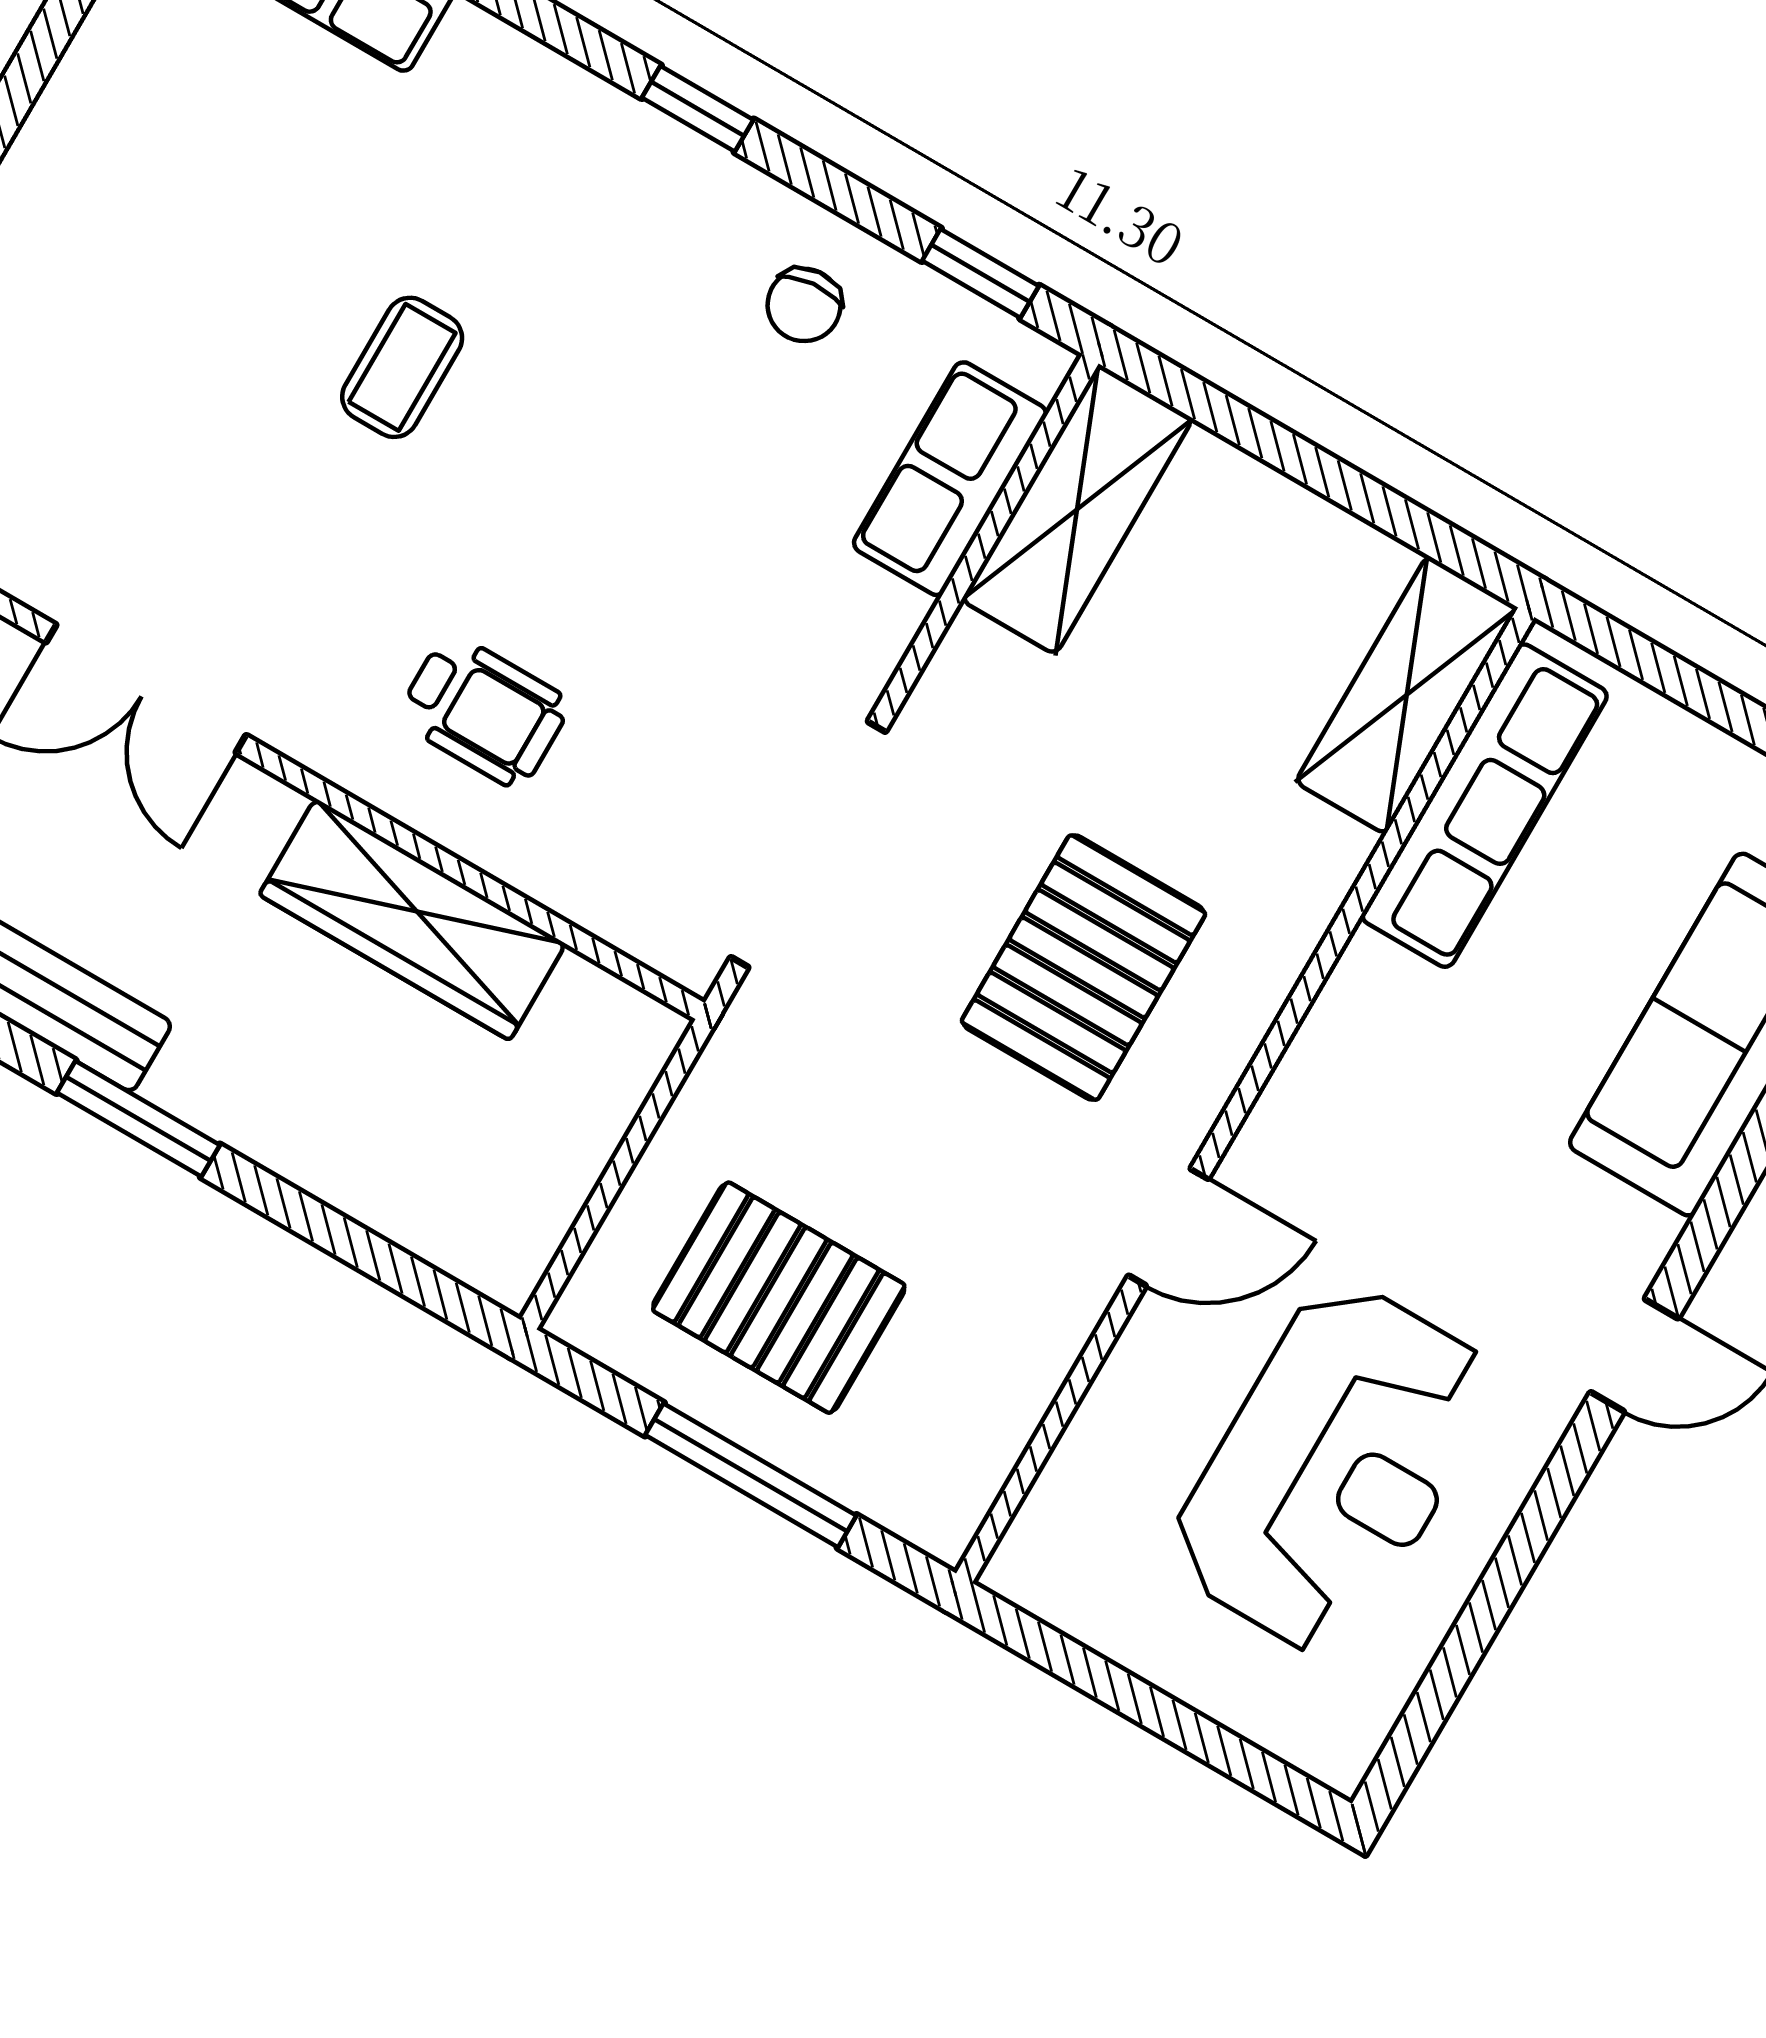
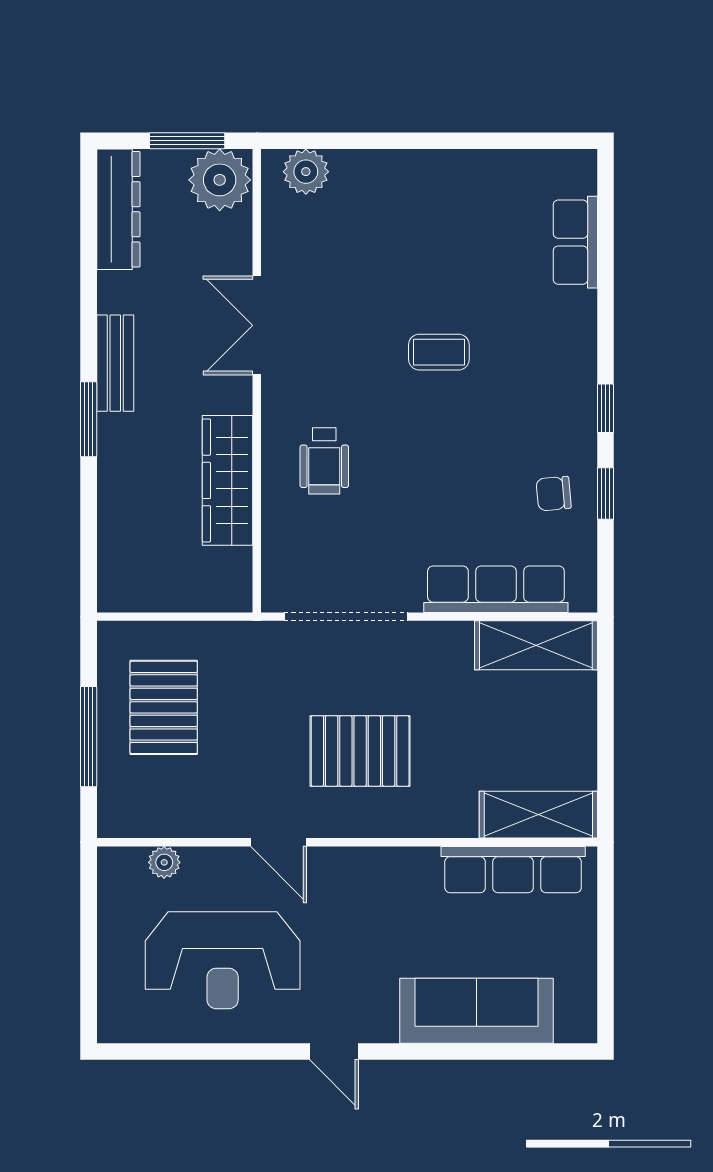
window: (980, 273) -> (606, 494), moved
row of seats: (950, 479) -> (496, 589), width x1.48
plant: (1078, 1471) -> (164, 862), added

